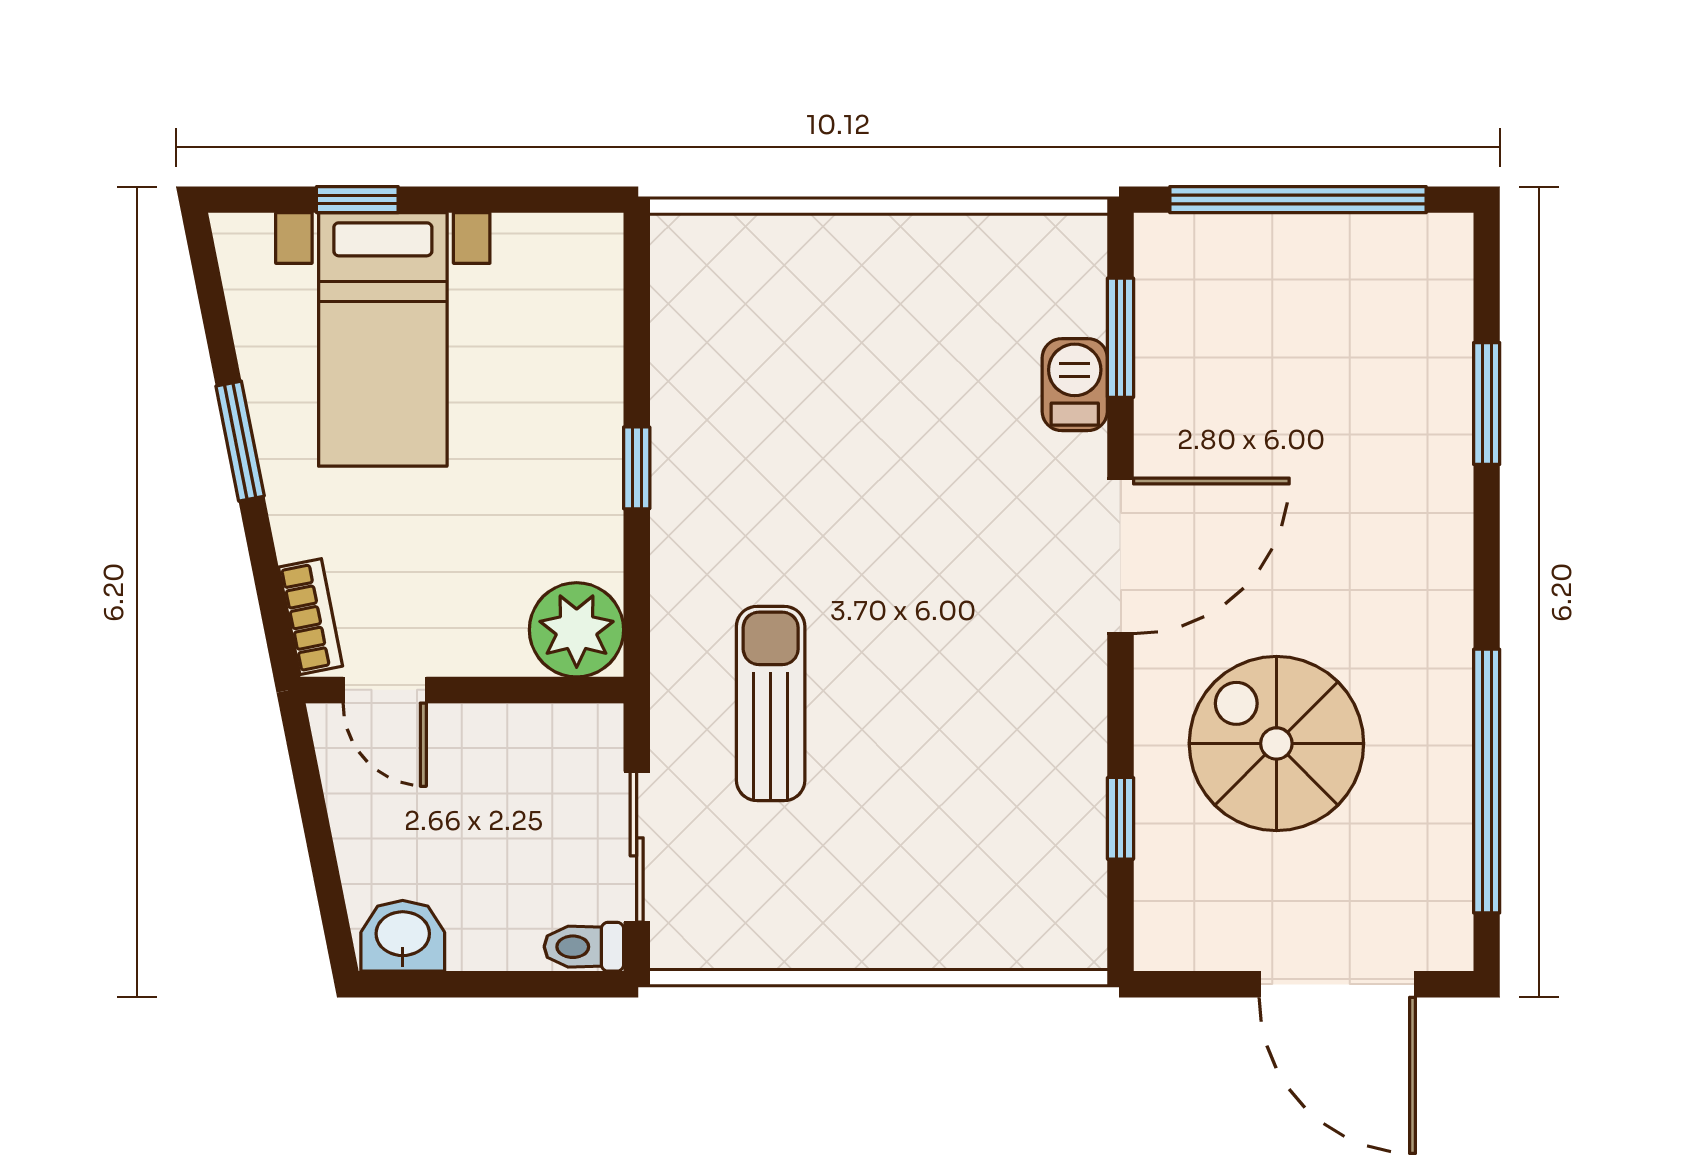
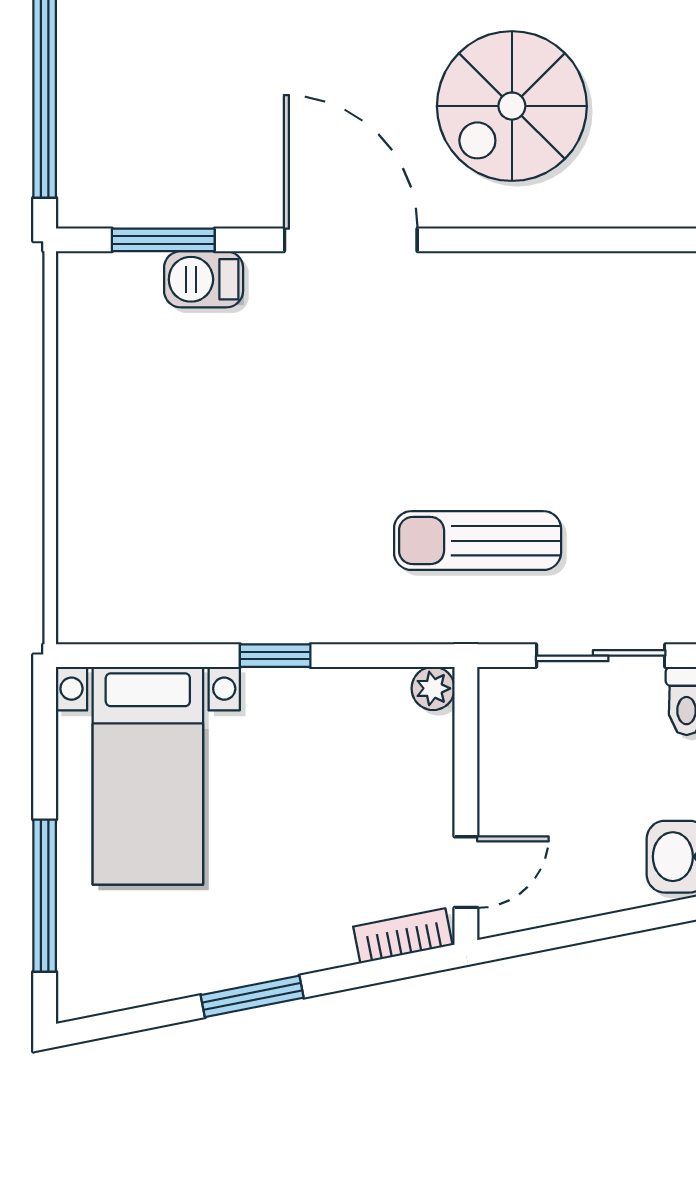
window: (357, 200) -> (45, 896), width x2.17
bed with nightstands: (383, 339) -> (148, 776), moved, turned 90
plant: (577, 630) -> (433, 688), width x0.53, depth x0.53
window: (1121, 818) -> (576, 240), removed

